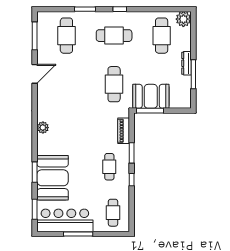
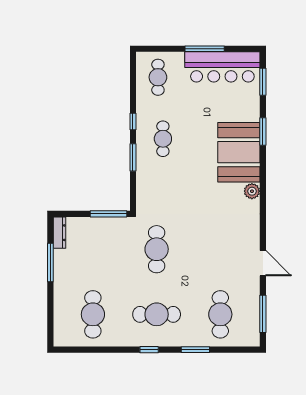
plant: (183, 19) -> (64, 336), removed
dresser: (187, 63) -> (60, 233), moved
door: (35, 74) -> (263, 263), swing flipped
booth: (151, 96) -> (107, 233), removed
piano: (124, 131) -> (144, 187), removed
booth: (53, 178) -> (239, 152), moved

